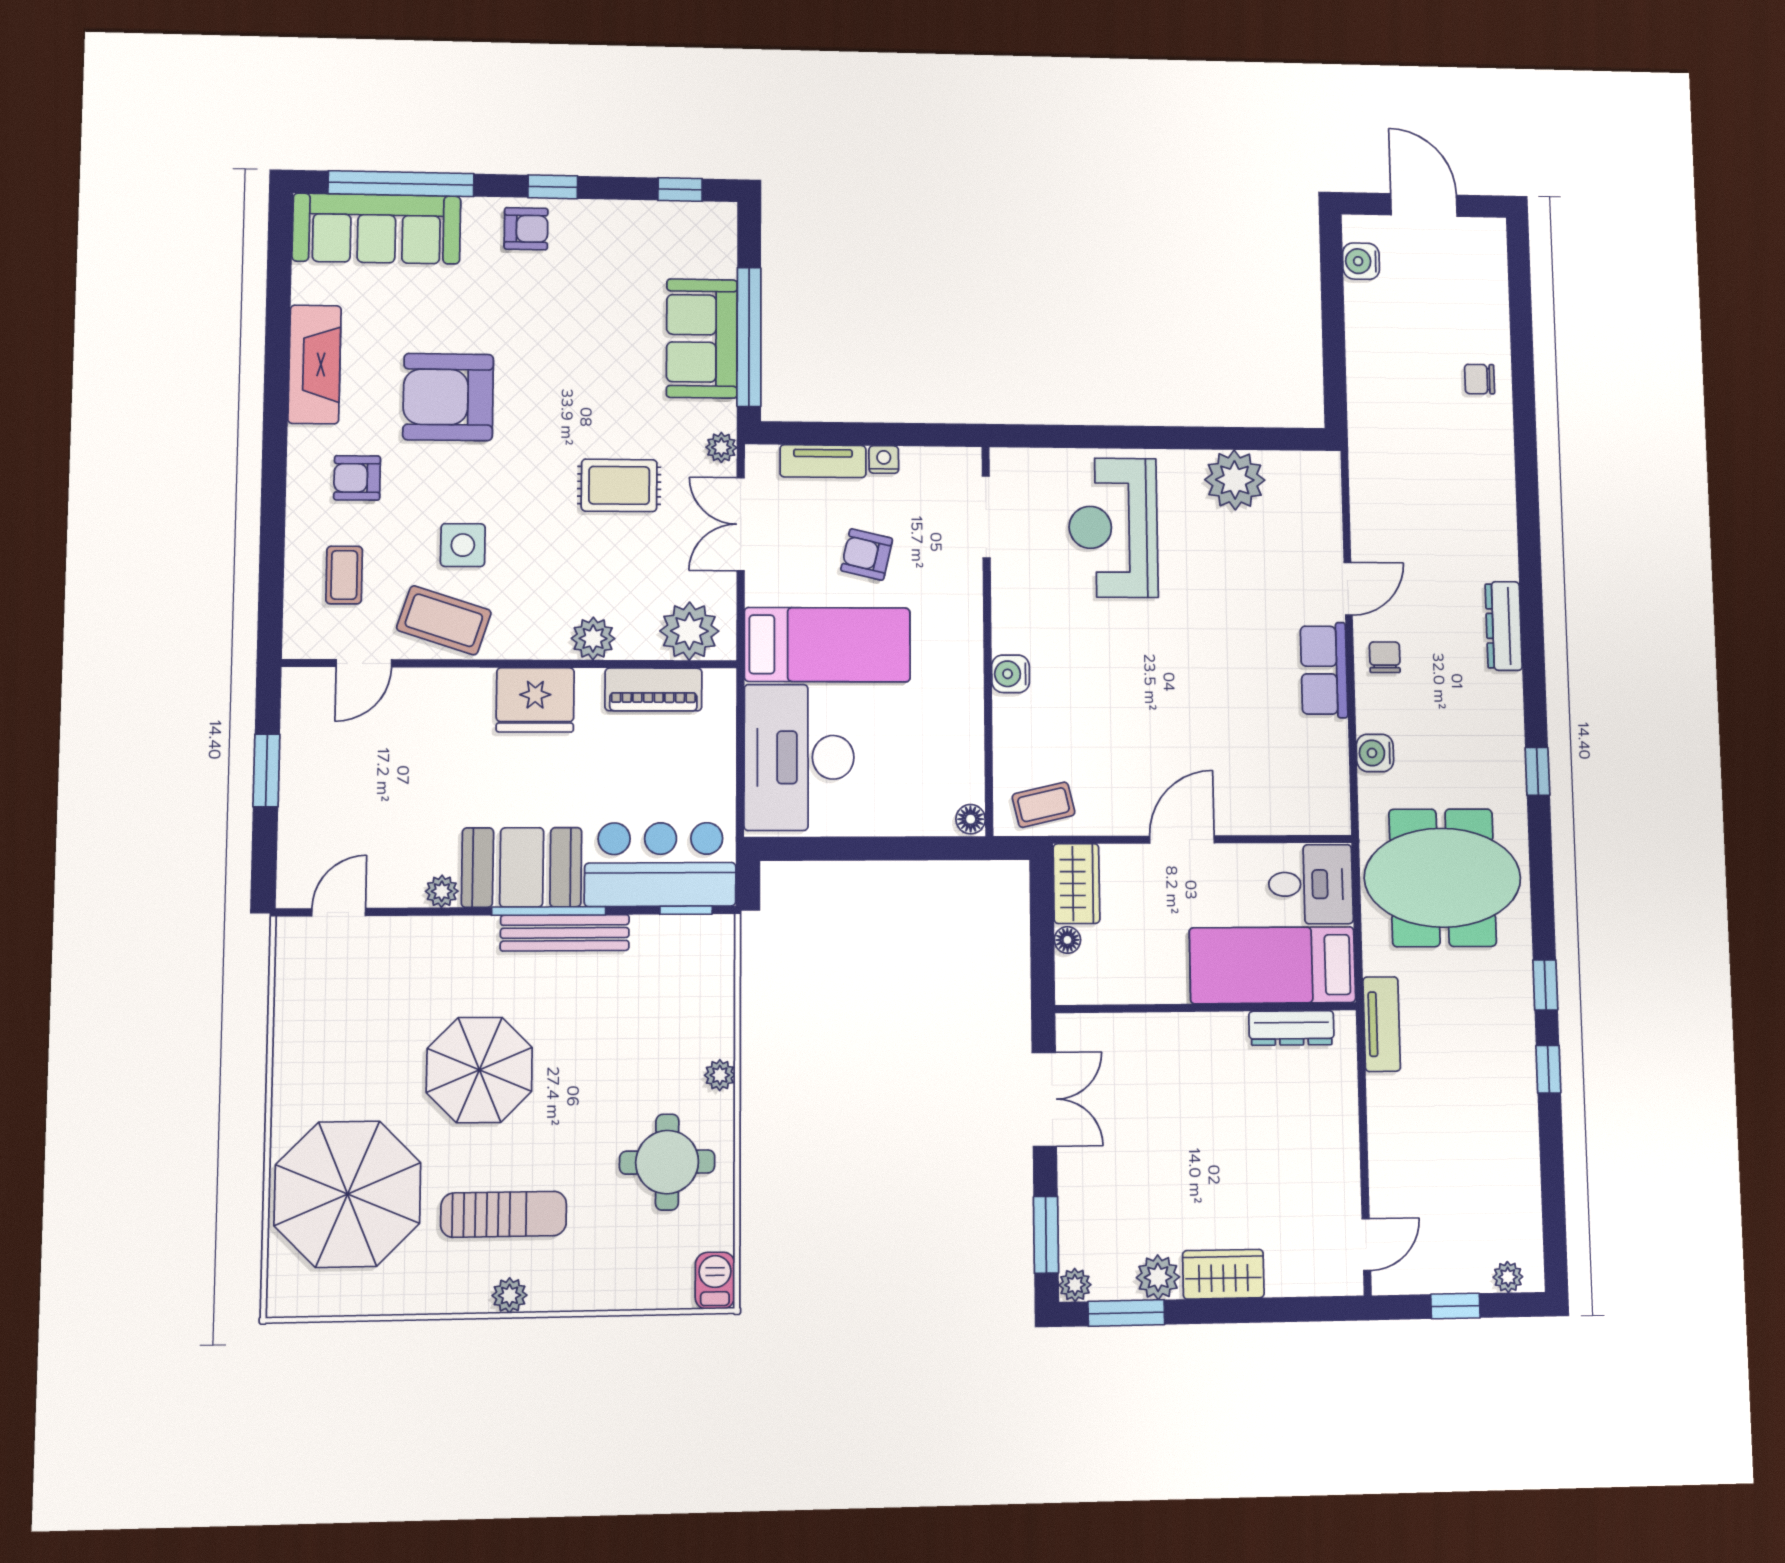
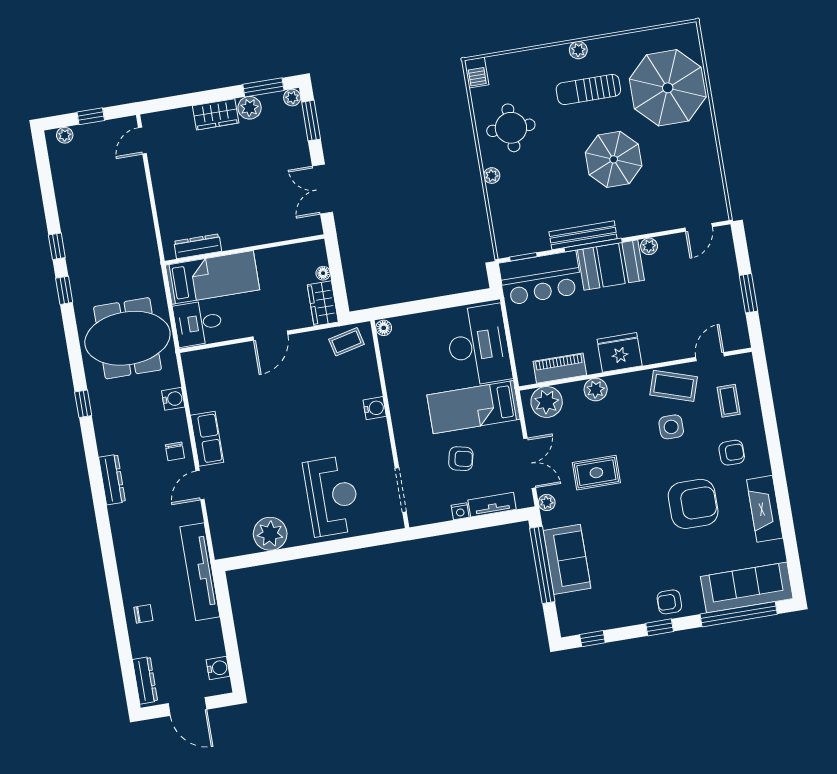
dresser: (1492, 263) -> (145, 680), added
tv unit: (1382, 1024) -> (200, 572), moved, width x1.92, depth x1.29

